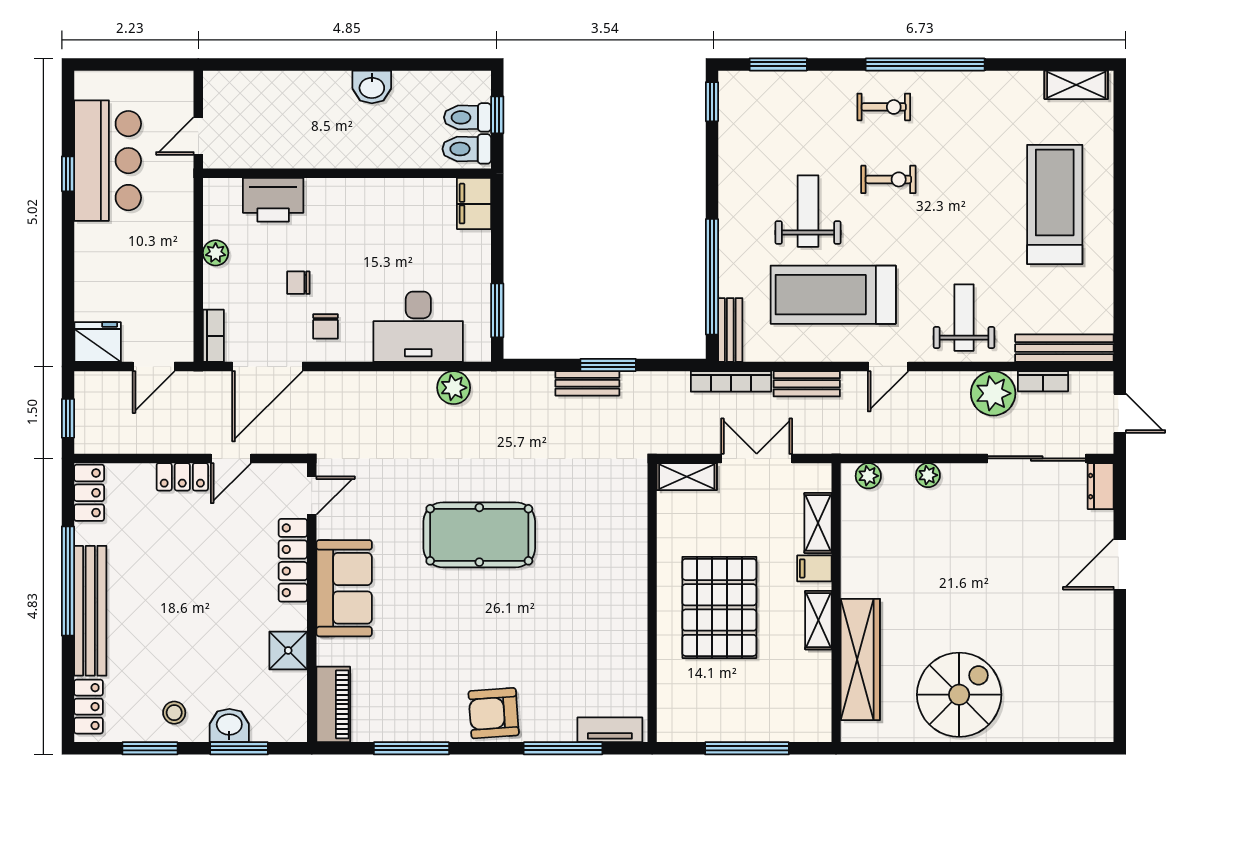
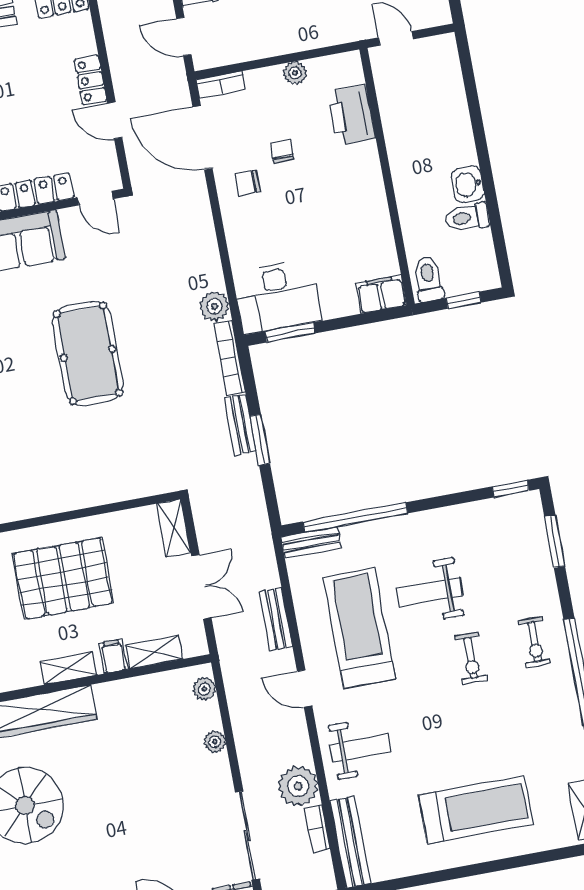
toilet: (468, 117) -> (467, 218), moved, turned -90
weight bench: (808, 211) -> (429, 592), turned 180
desk: (418, 327) -> (277, 297), moved, turned -90
bookcase: (731, 381) -> (230, 358), moved

